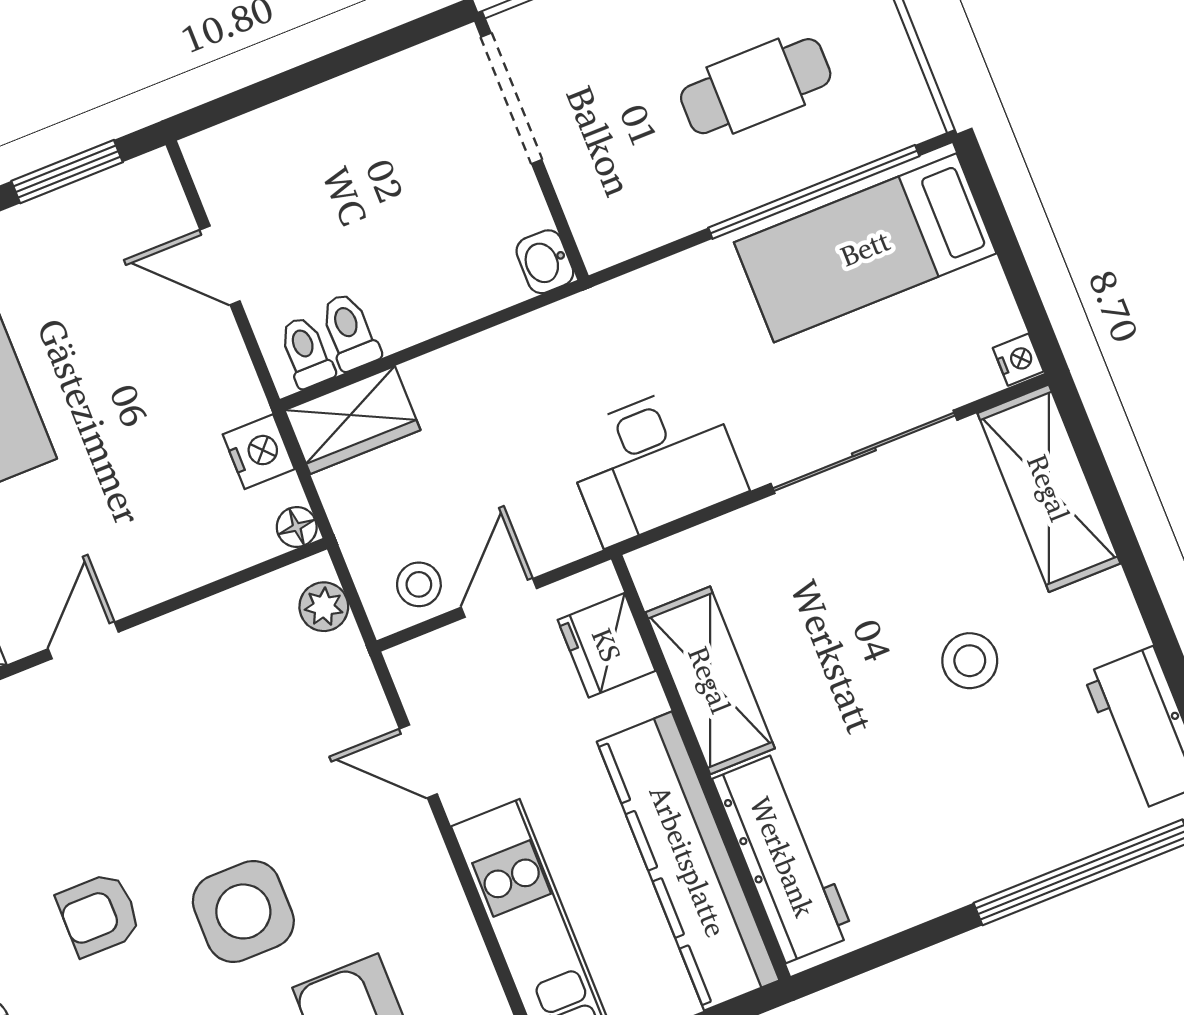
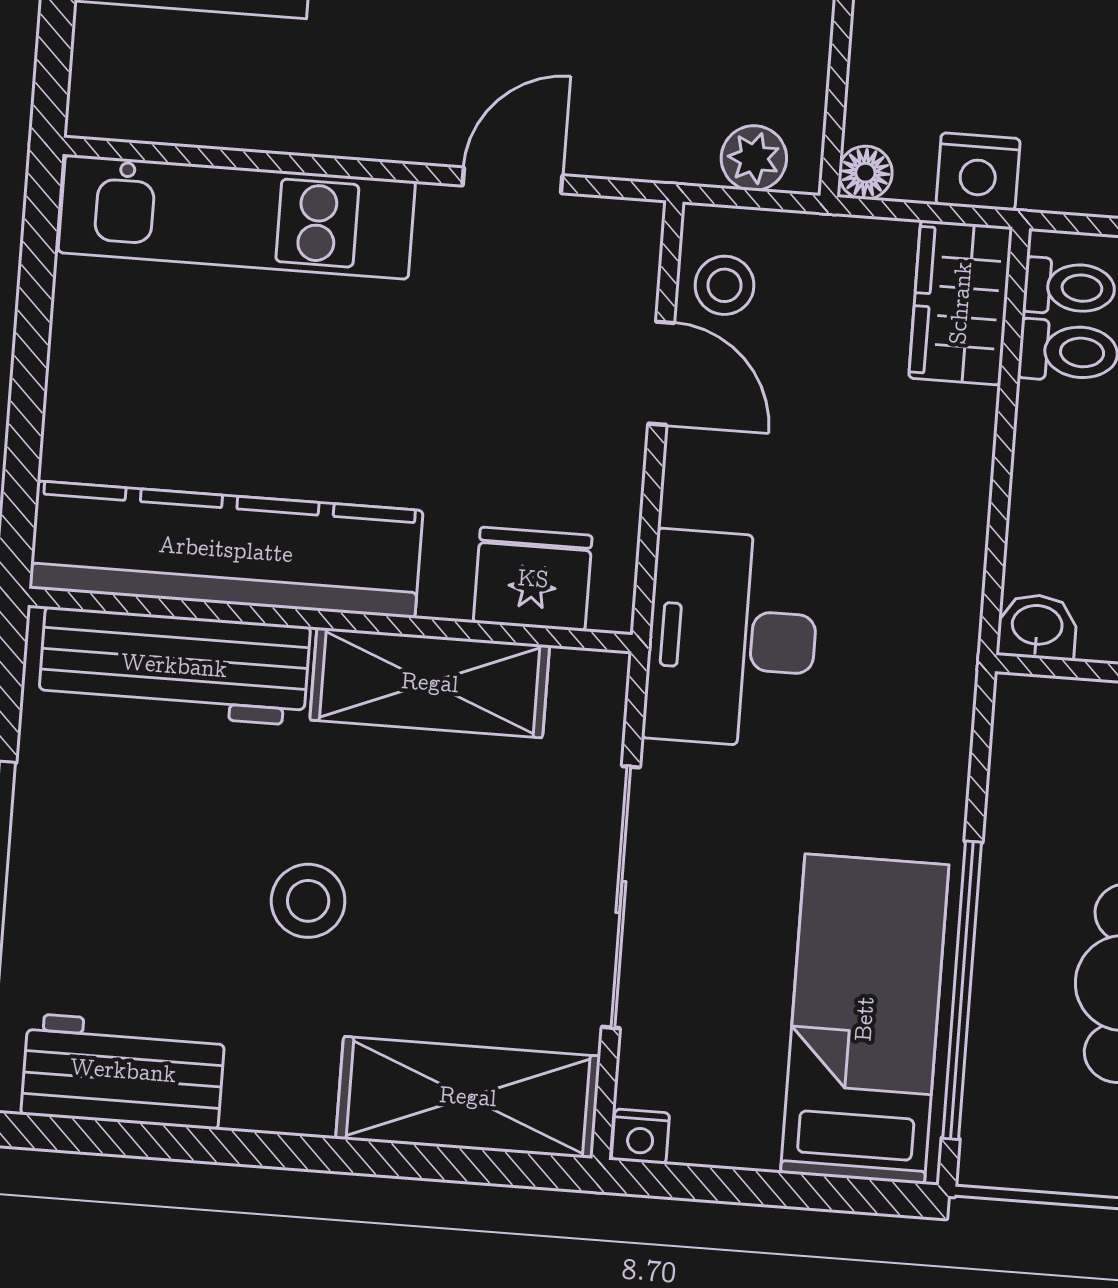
fridge: (607, 645) -> (533, 579), moved
shelving: (710, 680) -> (430, 683), moved
wall: (701, 768) -> (330, 620), moved
workbench: (783, 857) -> (174, 666), moved
kitchen counter: (688, 861) -> (226, 550), moved

